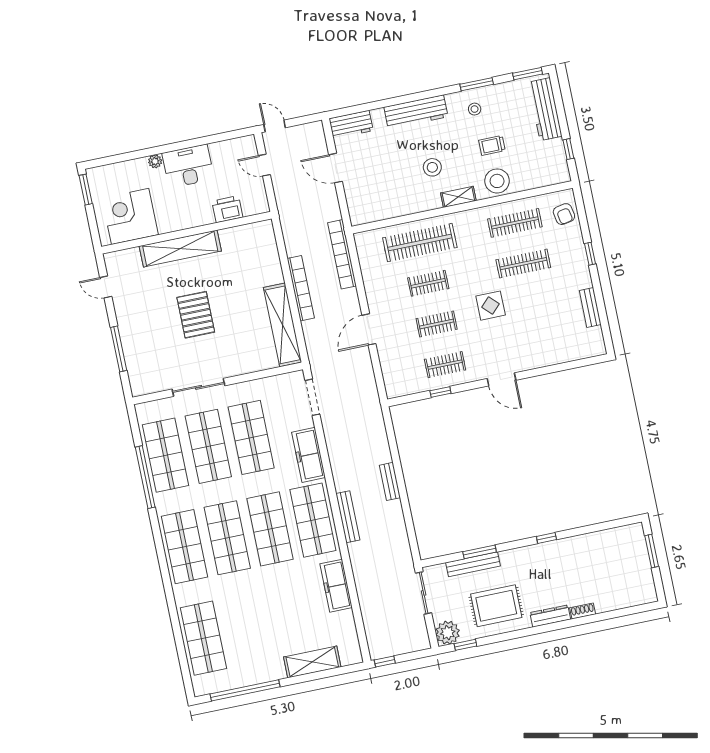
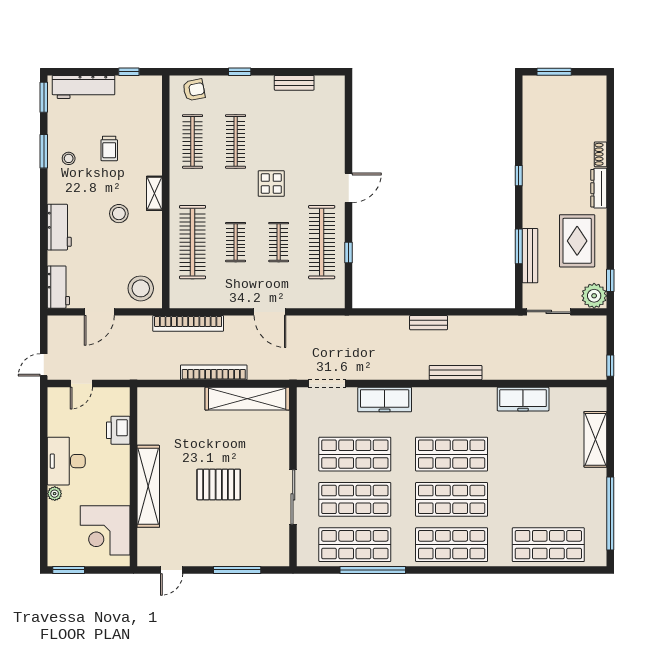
workbench: (416, 112) -> (59, 227), width x0.73
stool: (497, 181) -> (141, 288), moved
clothes rail: (445, 365) -> (322, 242), width x1.86, depth x1.31
shop shelf: (313, 520) -> (452, 409), removed

